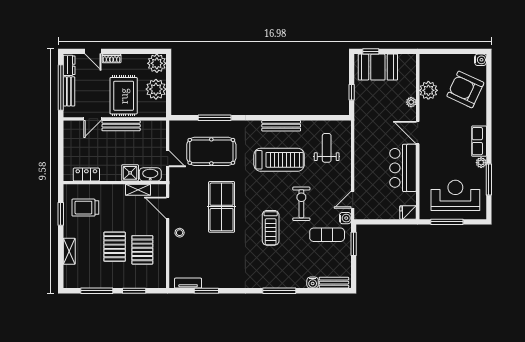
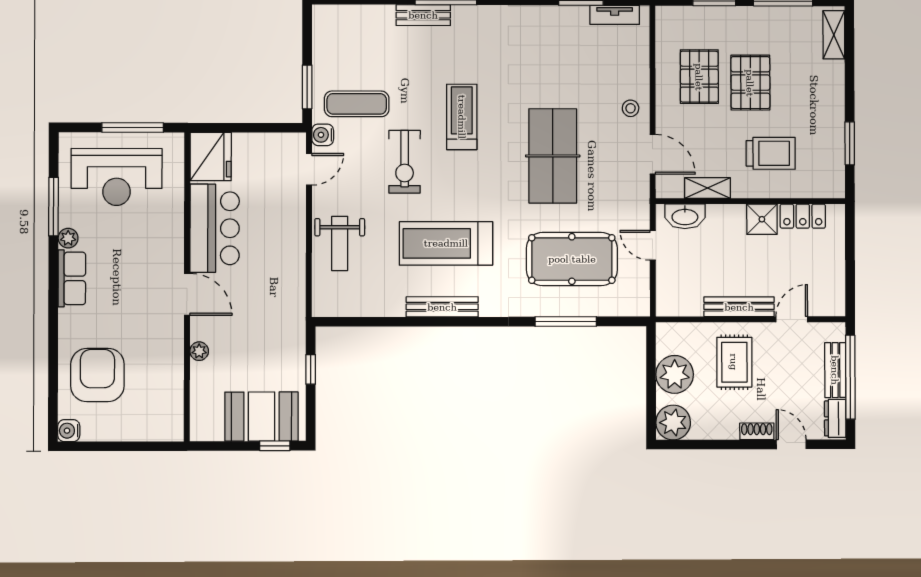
armchair: (465, 89) -> (97, 375), turned -115
plant: (428, 90) -> (167, 373), removed
rug: (124, 96) -> (734, 362), width x0.73, depth x0.70
weight bench: (327, 148) -> (340, 244), moved
shower: (130, 173) -> (762, 219), moved
trolley: (85, 208) -> (771, 153), moved
fridge: (408, 212) -> (211, 157), width x1.88, depth x1.34
shelving: (69, 251) -> (834, 35), moved
water cooler: (313, 283) -> (384, 15), removed
bench: (334, 283) -> (423, 15), moved

